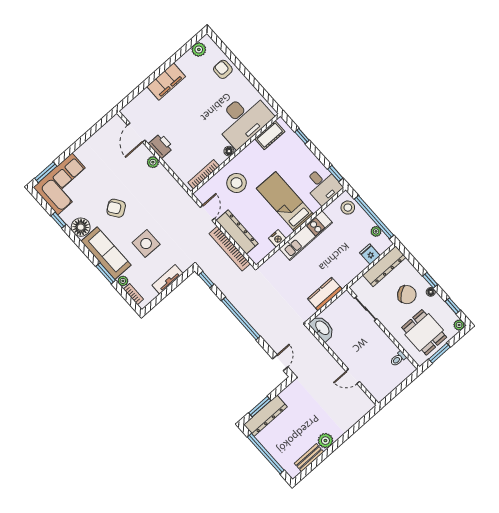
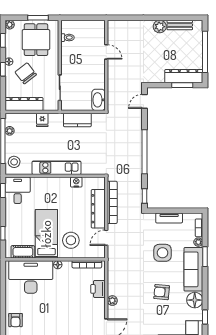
printer: (161, 146) -> (98, 289), moved
bed: (285, 201) -> (46, 234), moved, turned 180
armchair: (116, 208) -> (162, 292), turned 130
fridge: (370, 254) -> (42, 120), moved

